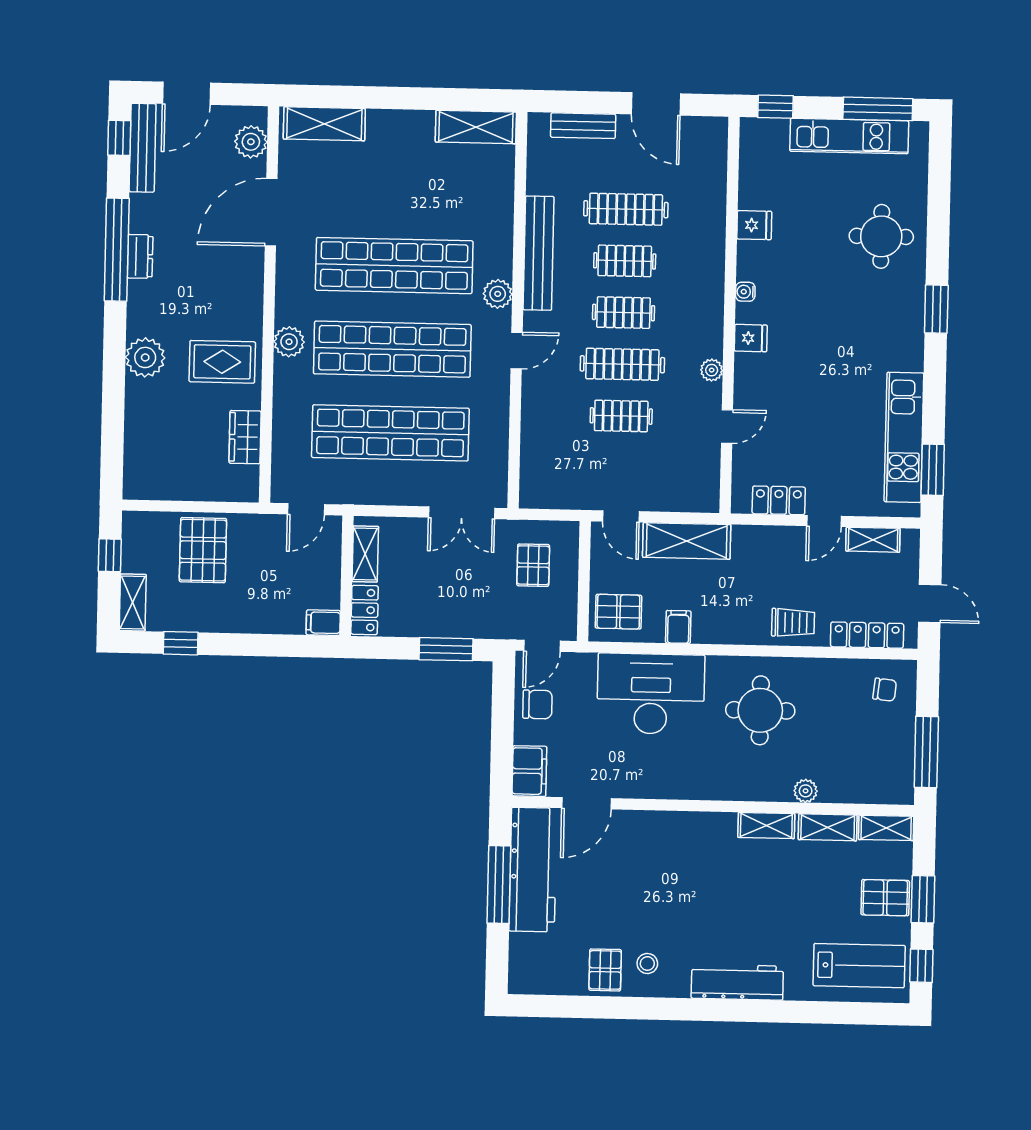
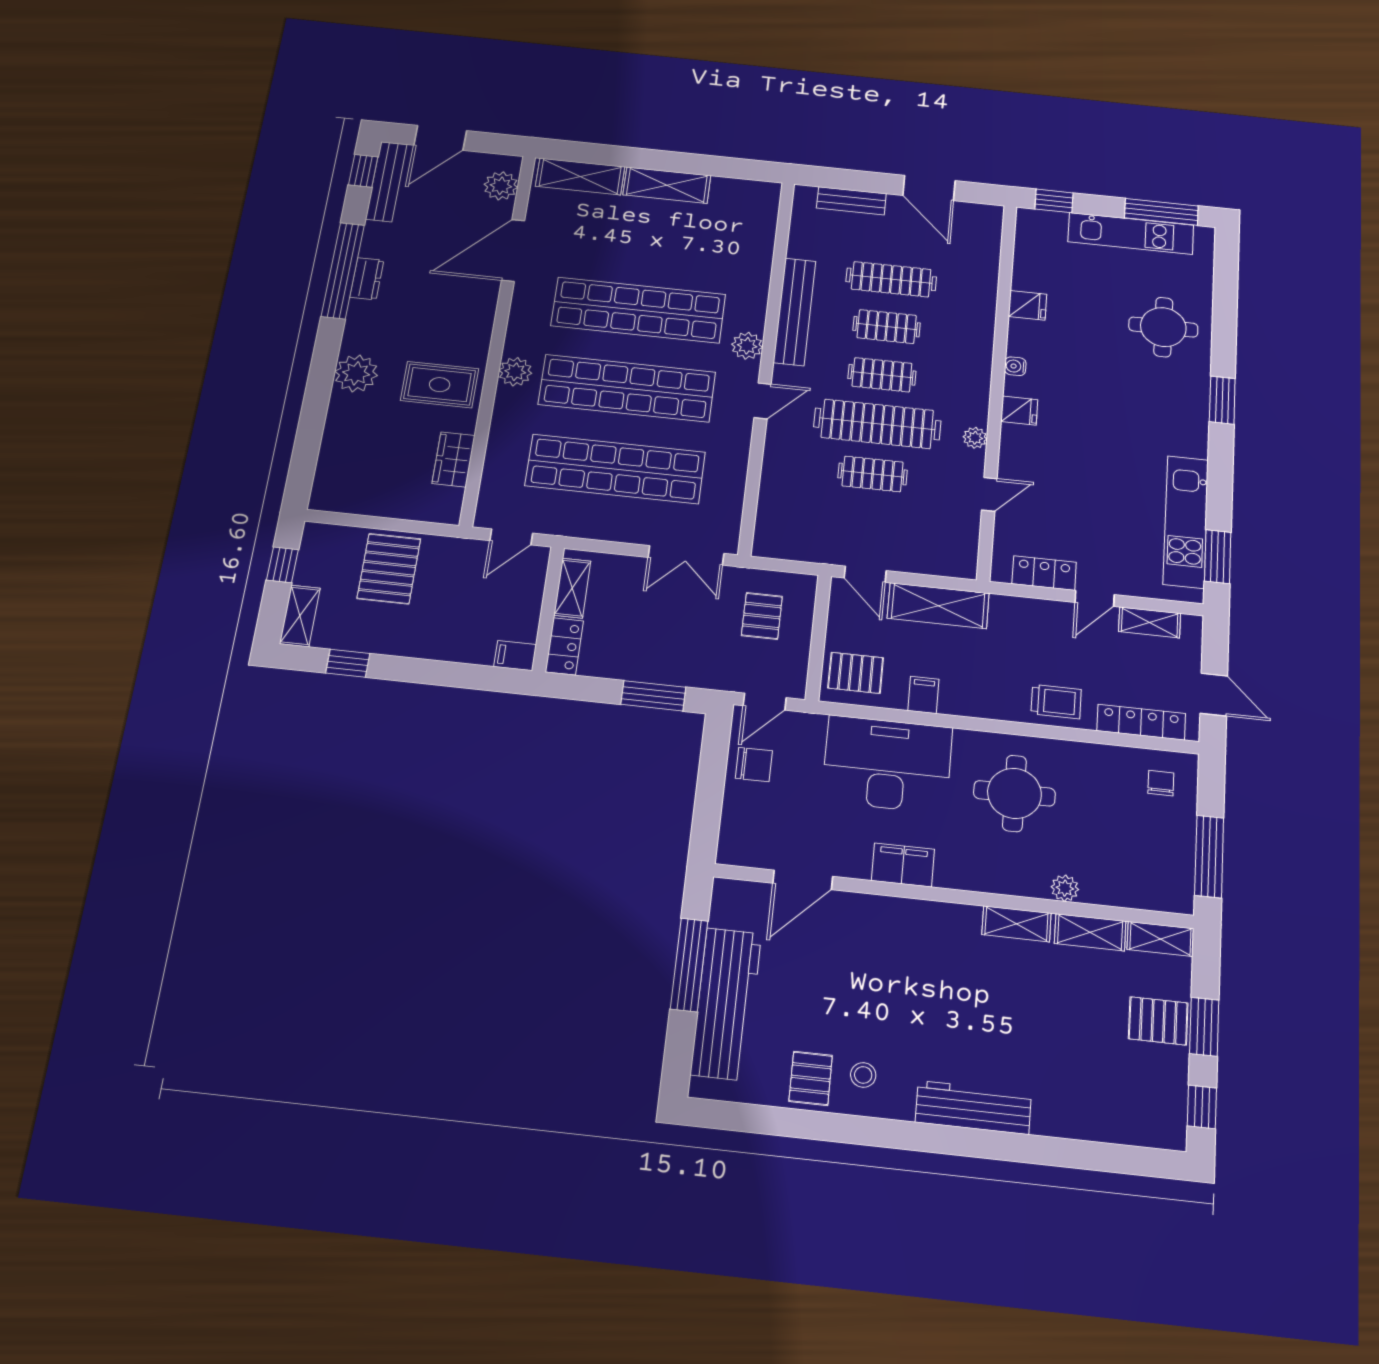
shelving: (476, 127) -> (667, 185), moved
clothes rail: (622, 364) -> (877, 424), width x1.37, depth x1.31
chair: (885, 690) -> (1161, 783), turned -96
filing cabinet: (529, 771) -> (903, 865), moved, turned -90
workbench: (533, 870) -> (726, 1004), moved
lab bench: (859, 966) -> (1125, 1100), removed

